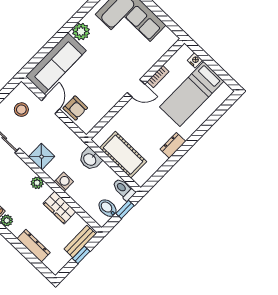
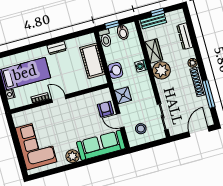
door: (51, 105) -> (120, 121), hinge flipped
shower: (42, 157) -> (123, 95), moved
plant: (37, 183) -> (161, 70), width x1.88, depth x1.88

